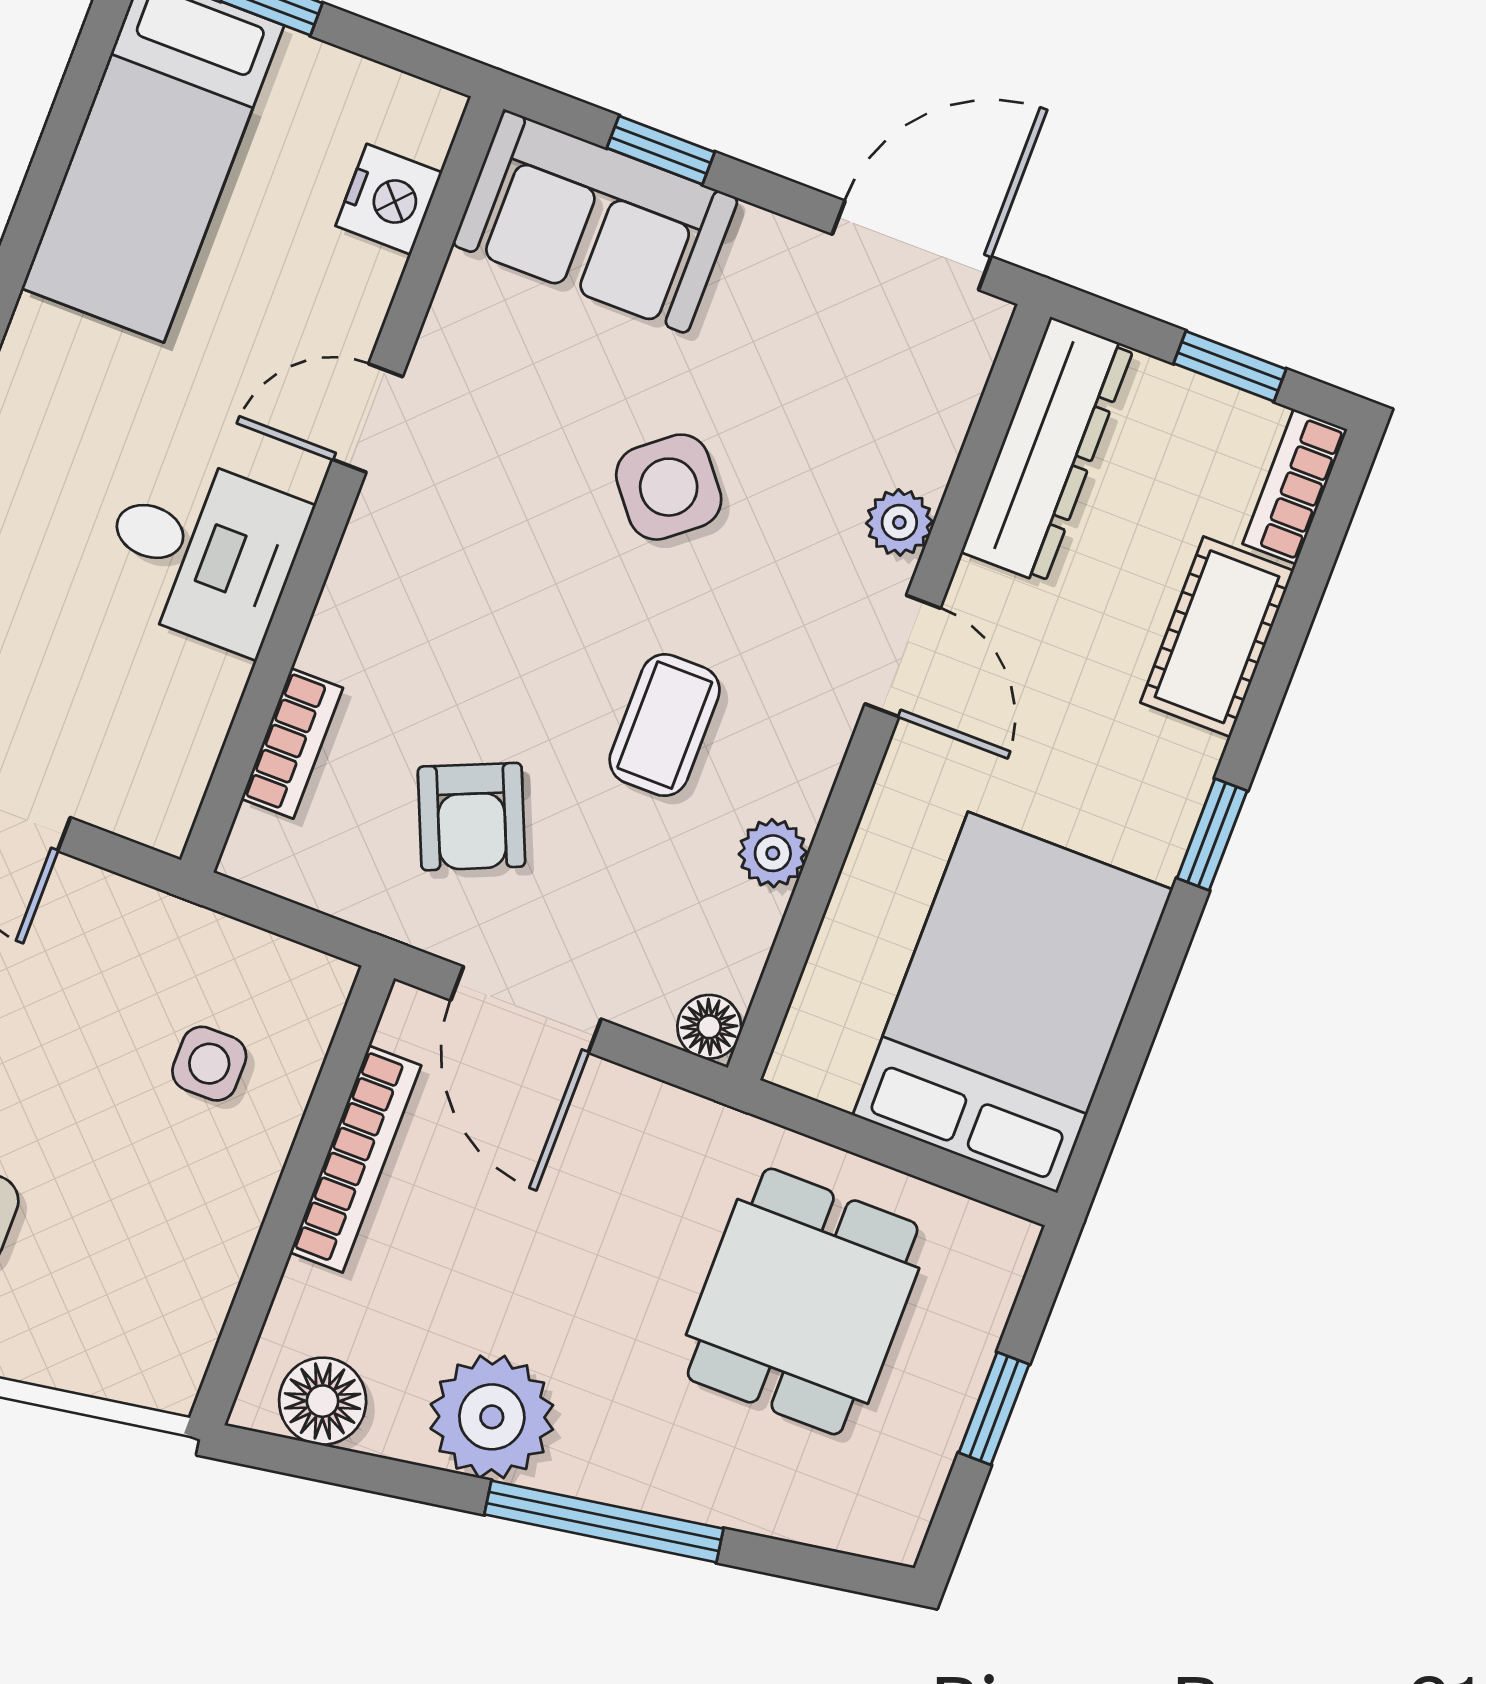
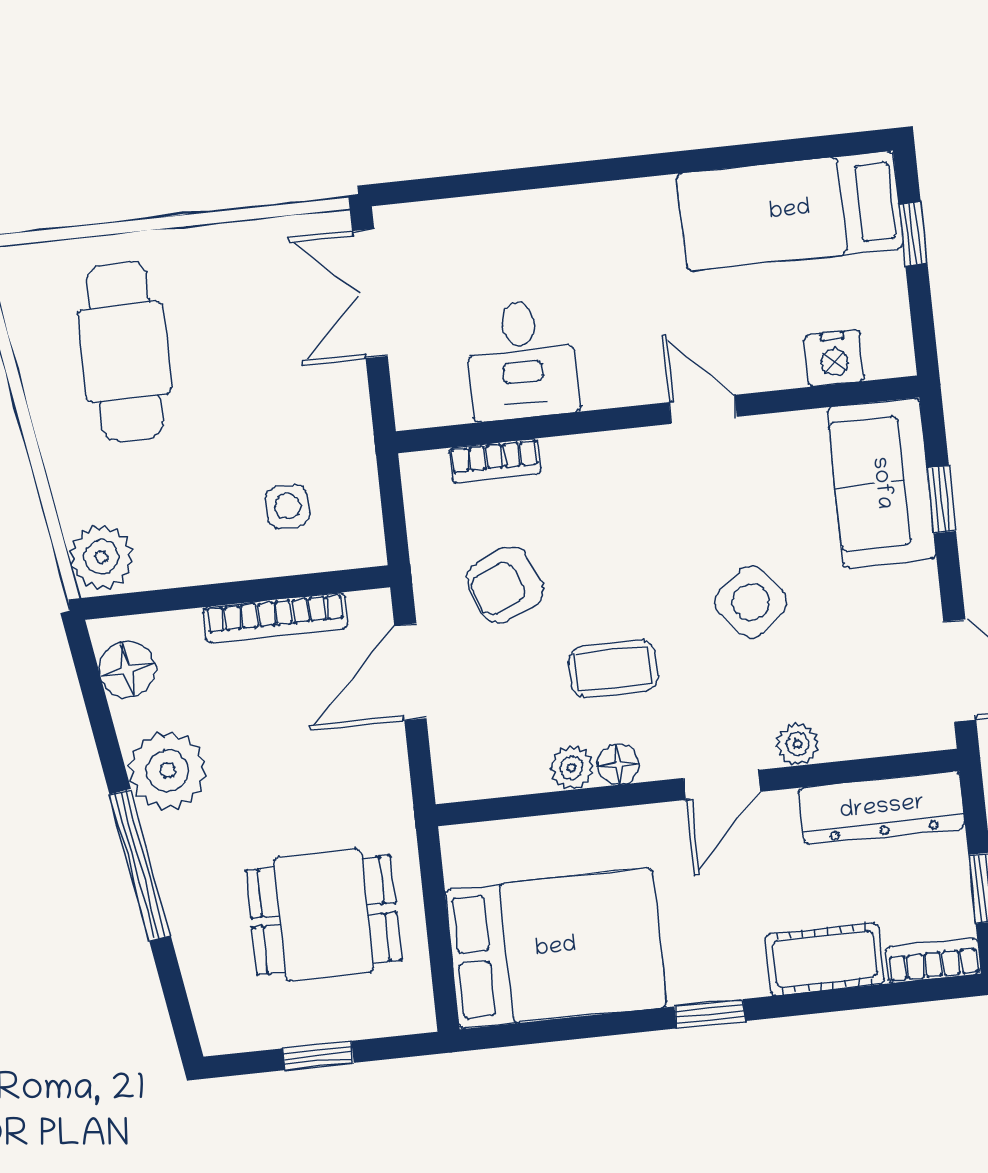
desk: (202, 551) -> (522, 360), moved
floor lamp: (709, 1027) -> (618, 764), moved
plant: (148, 1358) -> (101, 557), added

